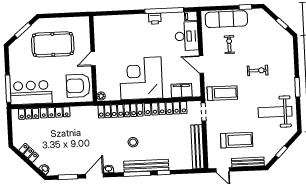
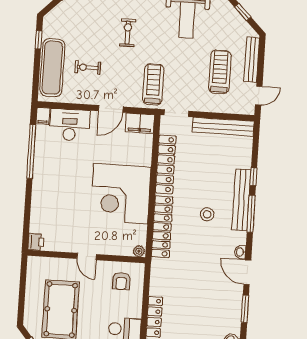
printer: (155, 19) -> (36, 242), moved
armchair: (78, 86) -> (121, 281), width x0.53, depth x0.53
filing cabinet: (182, 90) -> (140, 123), moved, turned -90

